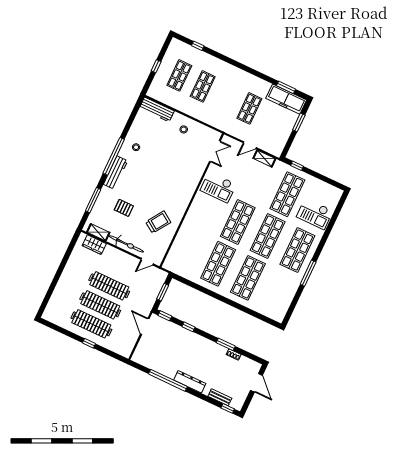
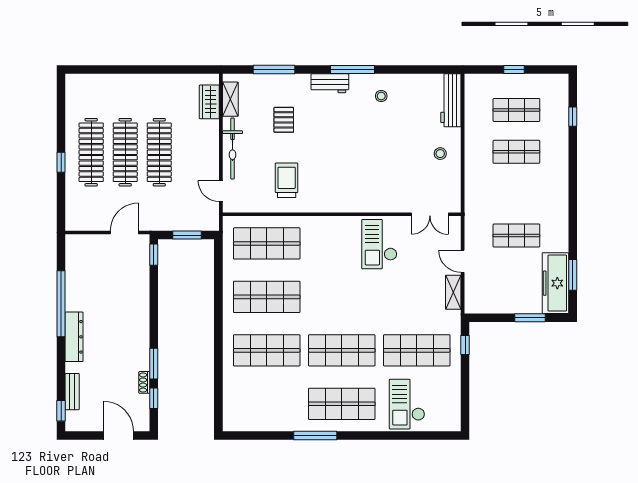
window: (114, 156) -> (353, 69), width x0.68
workbench: (115, 173) -> (330, 83), width x0.73
trolley: (158, 222) -> (287, 180), turned -124
shop shelf: (238, 222) -> (267, 243), moved
window: (189, 327) -> (154, 398), moved
door: (256, 383) -> (119, 435), swing flipped

